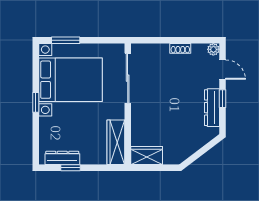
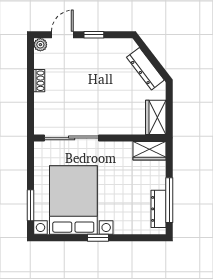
dresser: (212, 108) -> (145, 69), moved, turned 53
wardrobe: (116, 142) -> (149, 151), width x0.67
window: (70, 168) -> (169, 200), width x2.17

